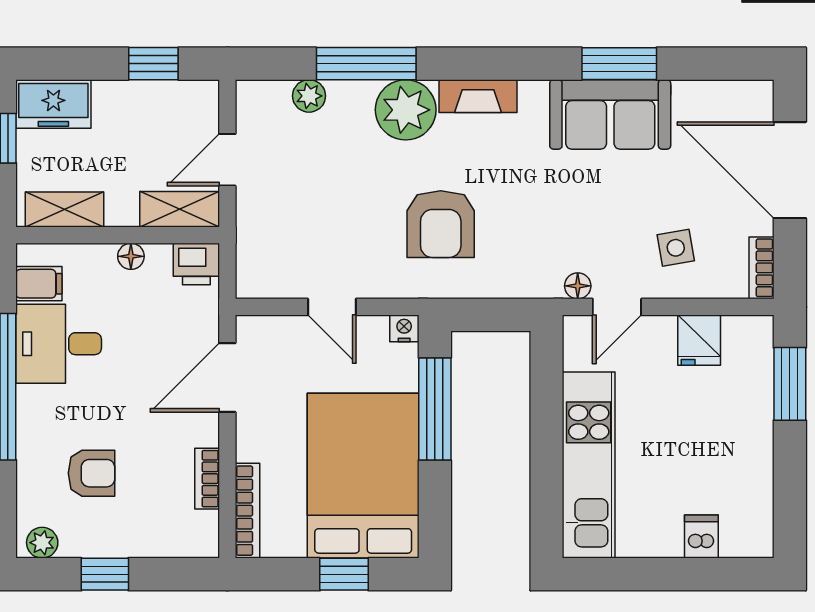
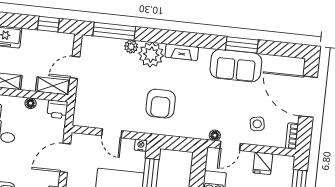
window: (366, 64) -> (114, 31), moved
plant: (309, 96) -> (131, 47), moved

